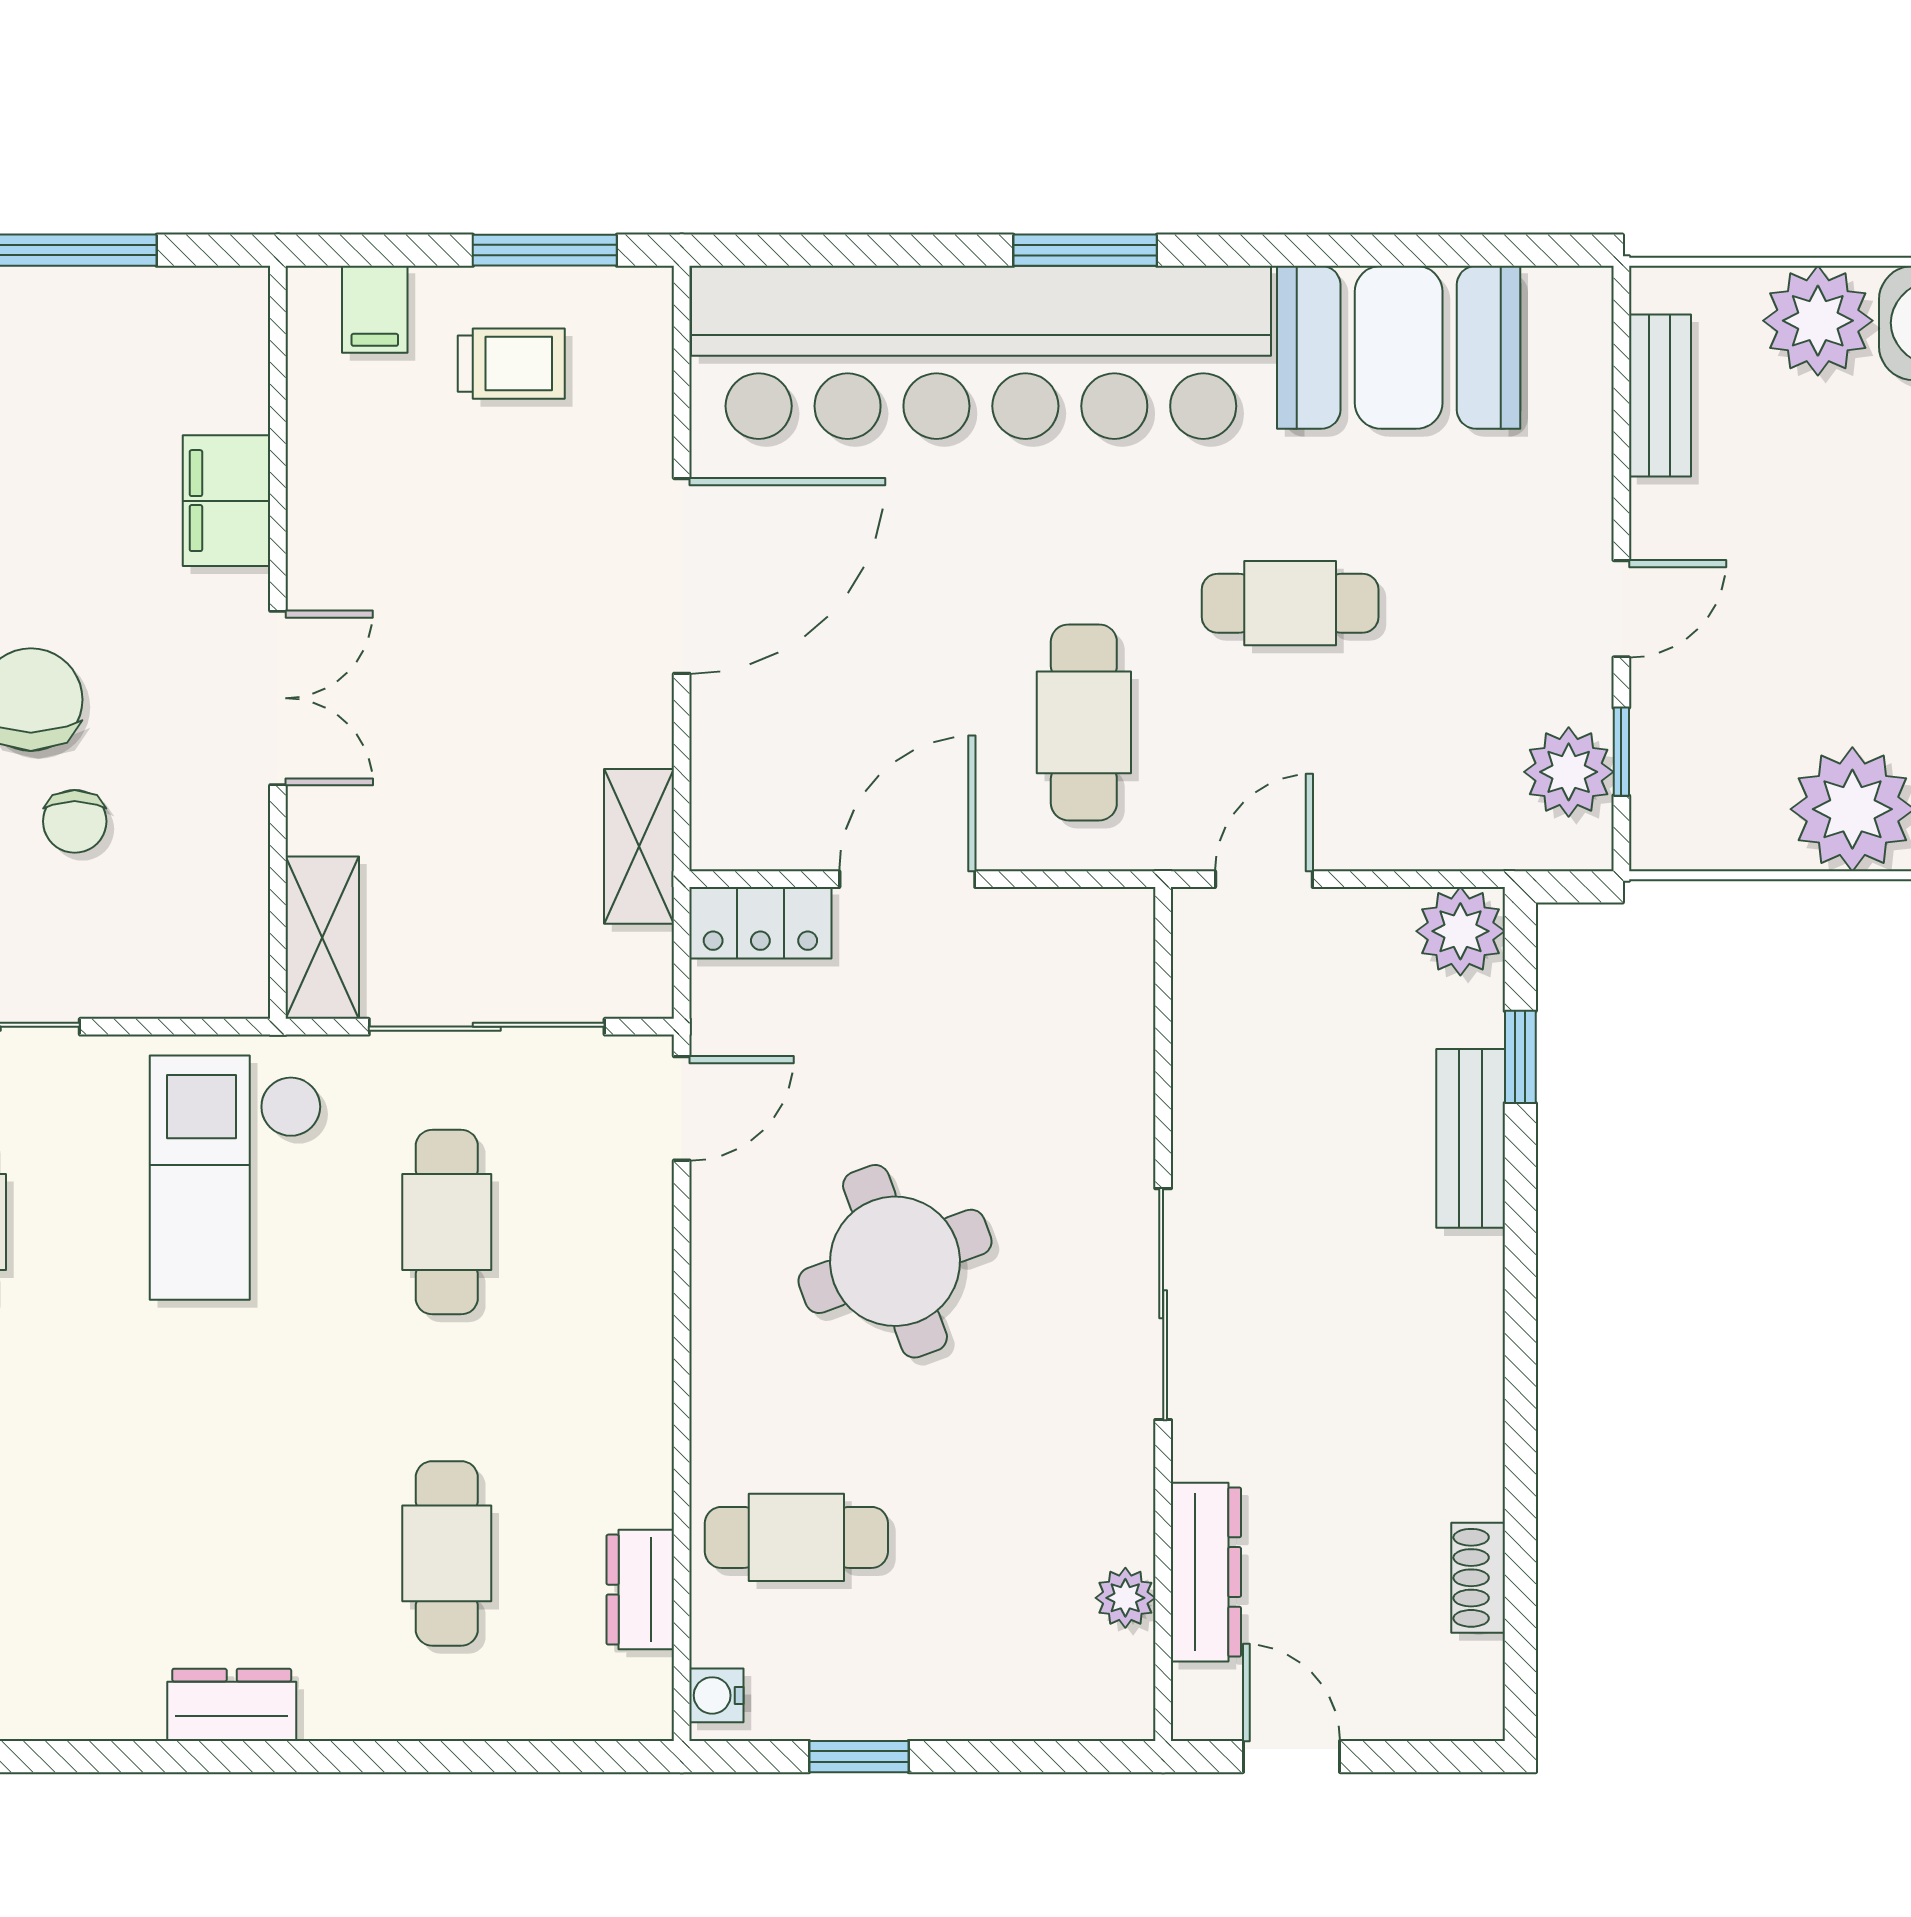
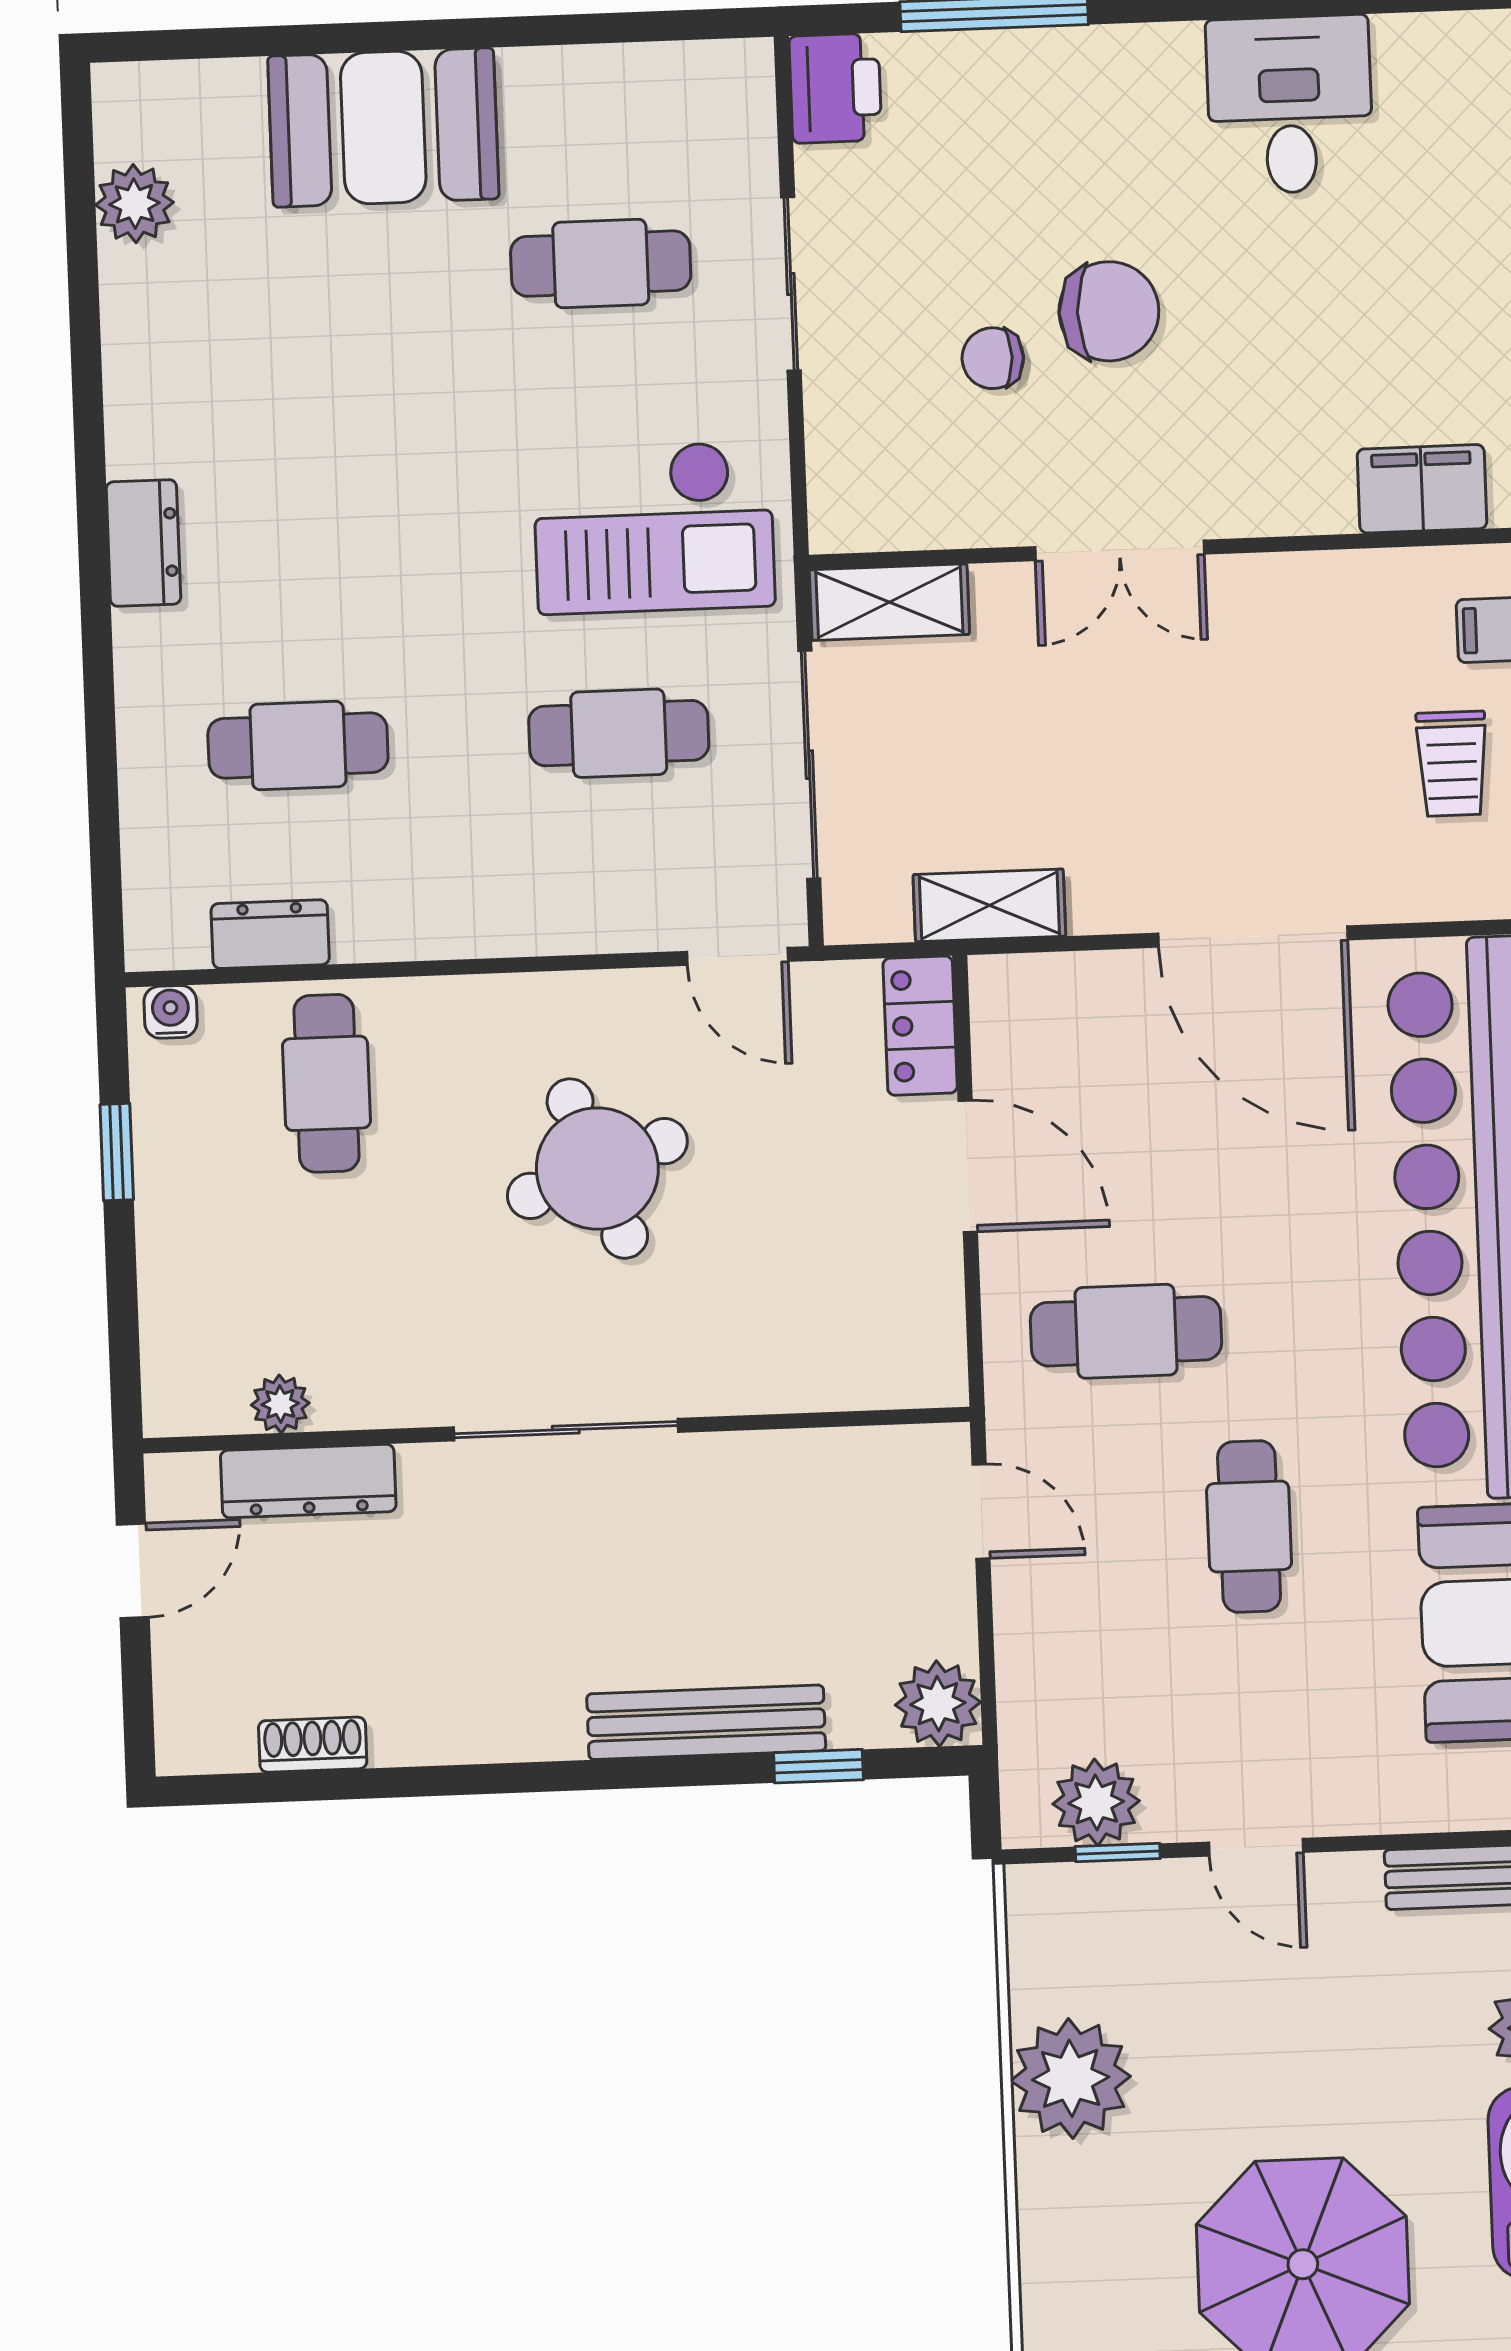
filing cabinet: (227, 501) -> (1422, 489), moved
bench: (1471, 1138) -> (706, 1722), width x1.36
checkout: (236, 1178) -> (654, 527), turned 180

